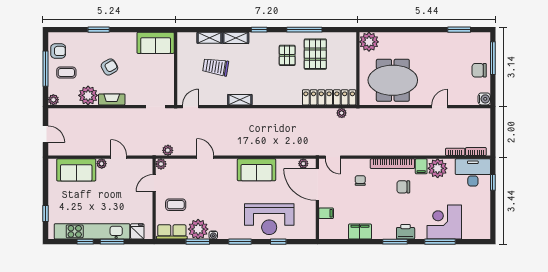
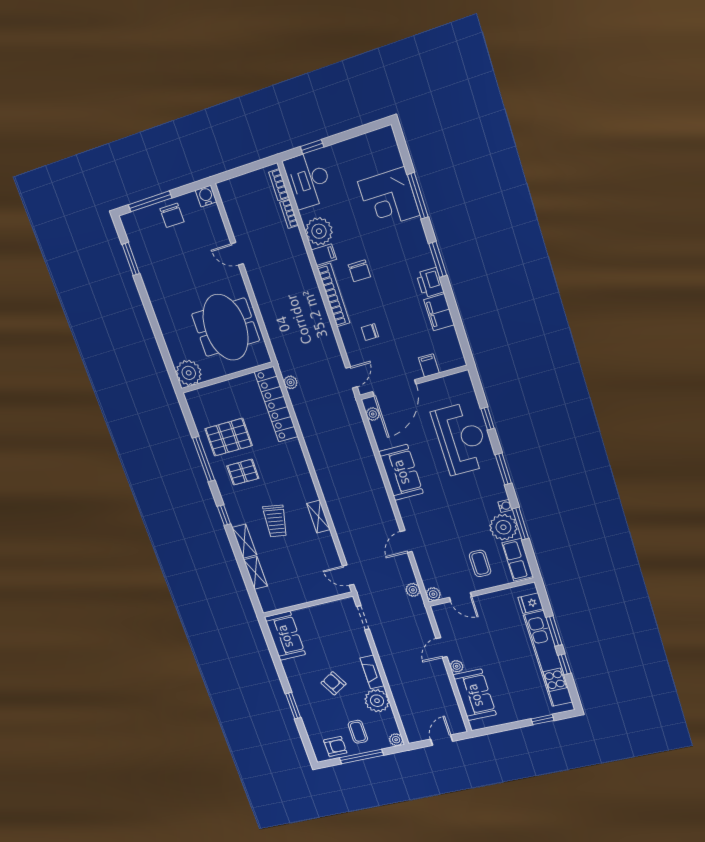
armchair: (58, 51) -> (335, 746), turned 90
trolley: (216, 67) -> (275, 521), moved
printer: (406, 232) -> (430, 283), moved

